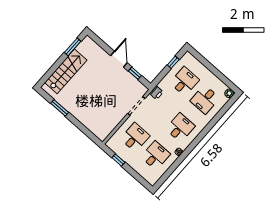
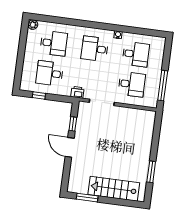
door: (119, 59) -> (70, 147), hinge flipped
desk: (135, 137) -> (132, 84), turned 180
desk: (155, 155) -> (136, 54), turned 180
window: (118, 160) -> (163, 85), width x2.17

